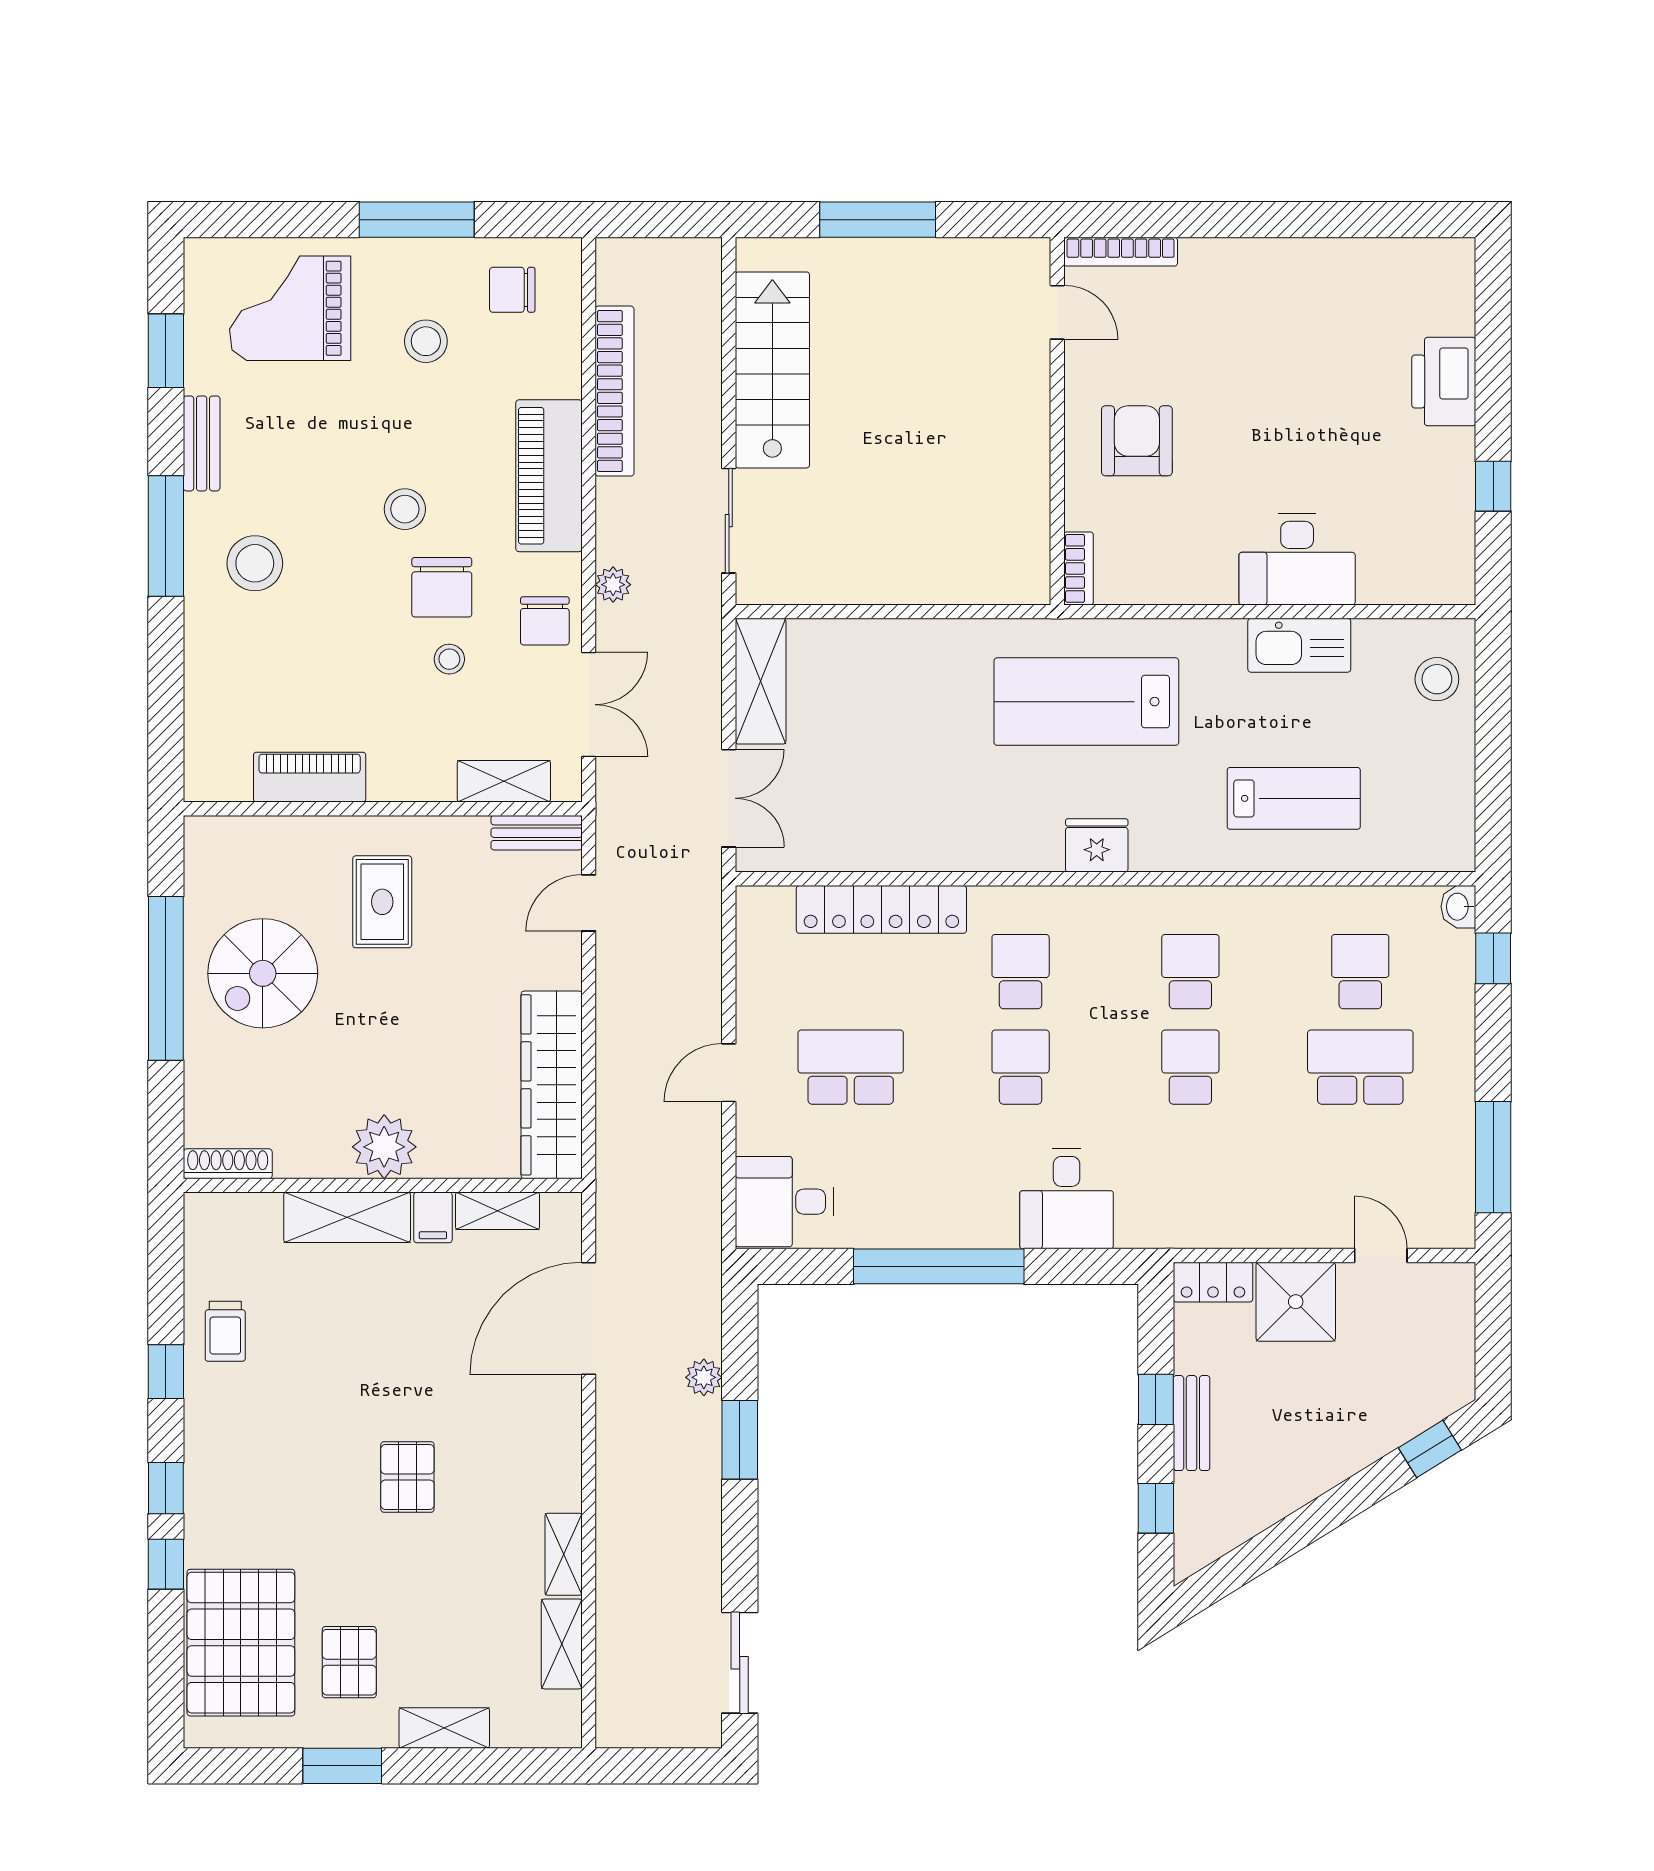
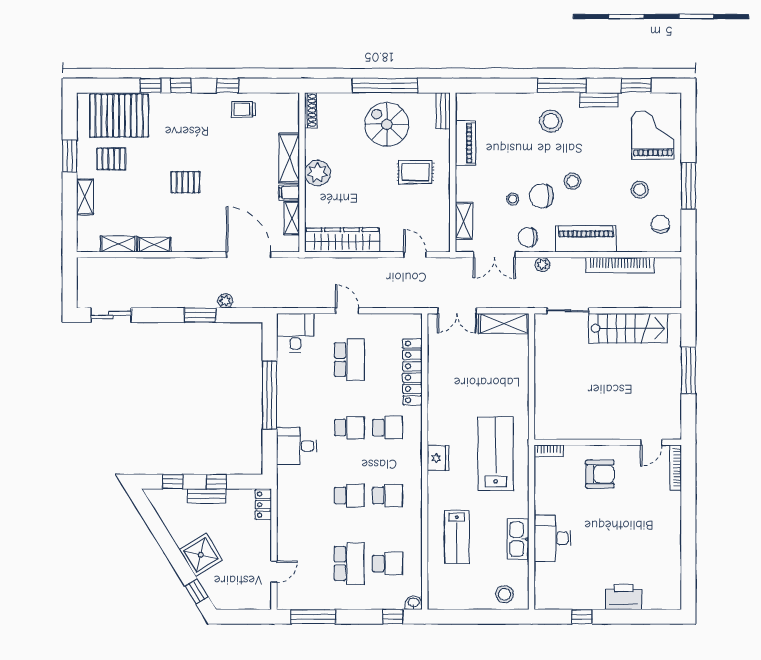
bench: (537, 833) -> (443, 111), moved
shower: (1296, 1302) -> (201, 555), moved, turned -32

